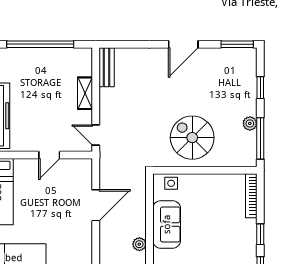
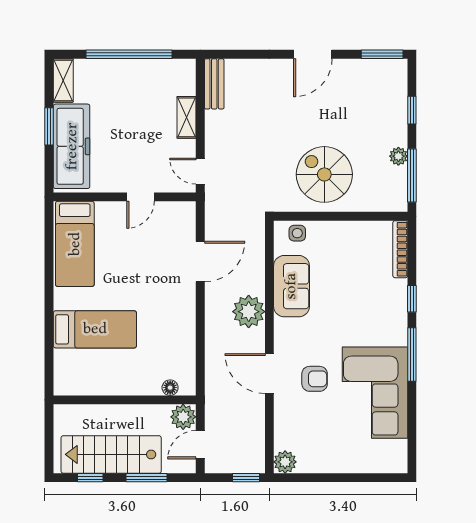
plant: (139, 244) -> (249, 312), width x1.88, depth x1.88

